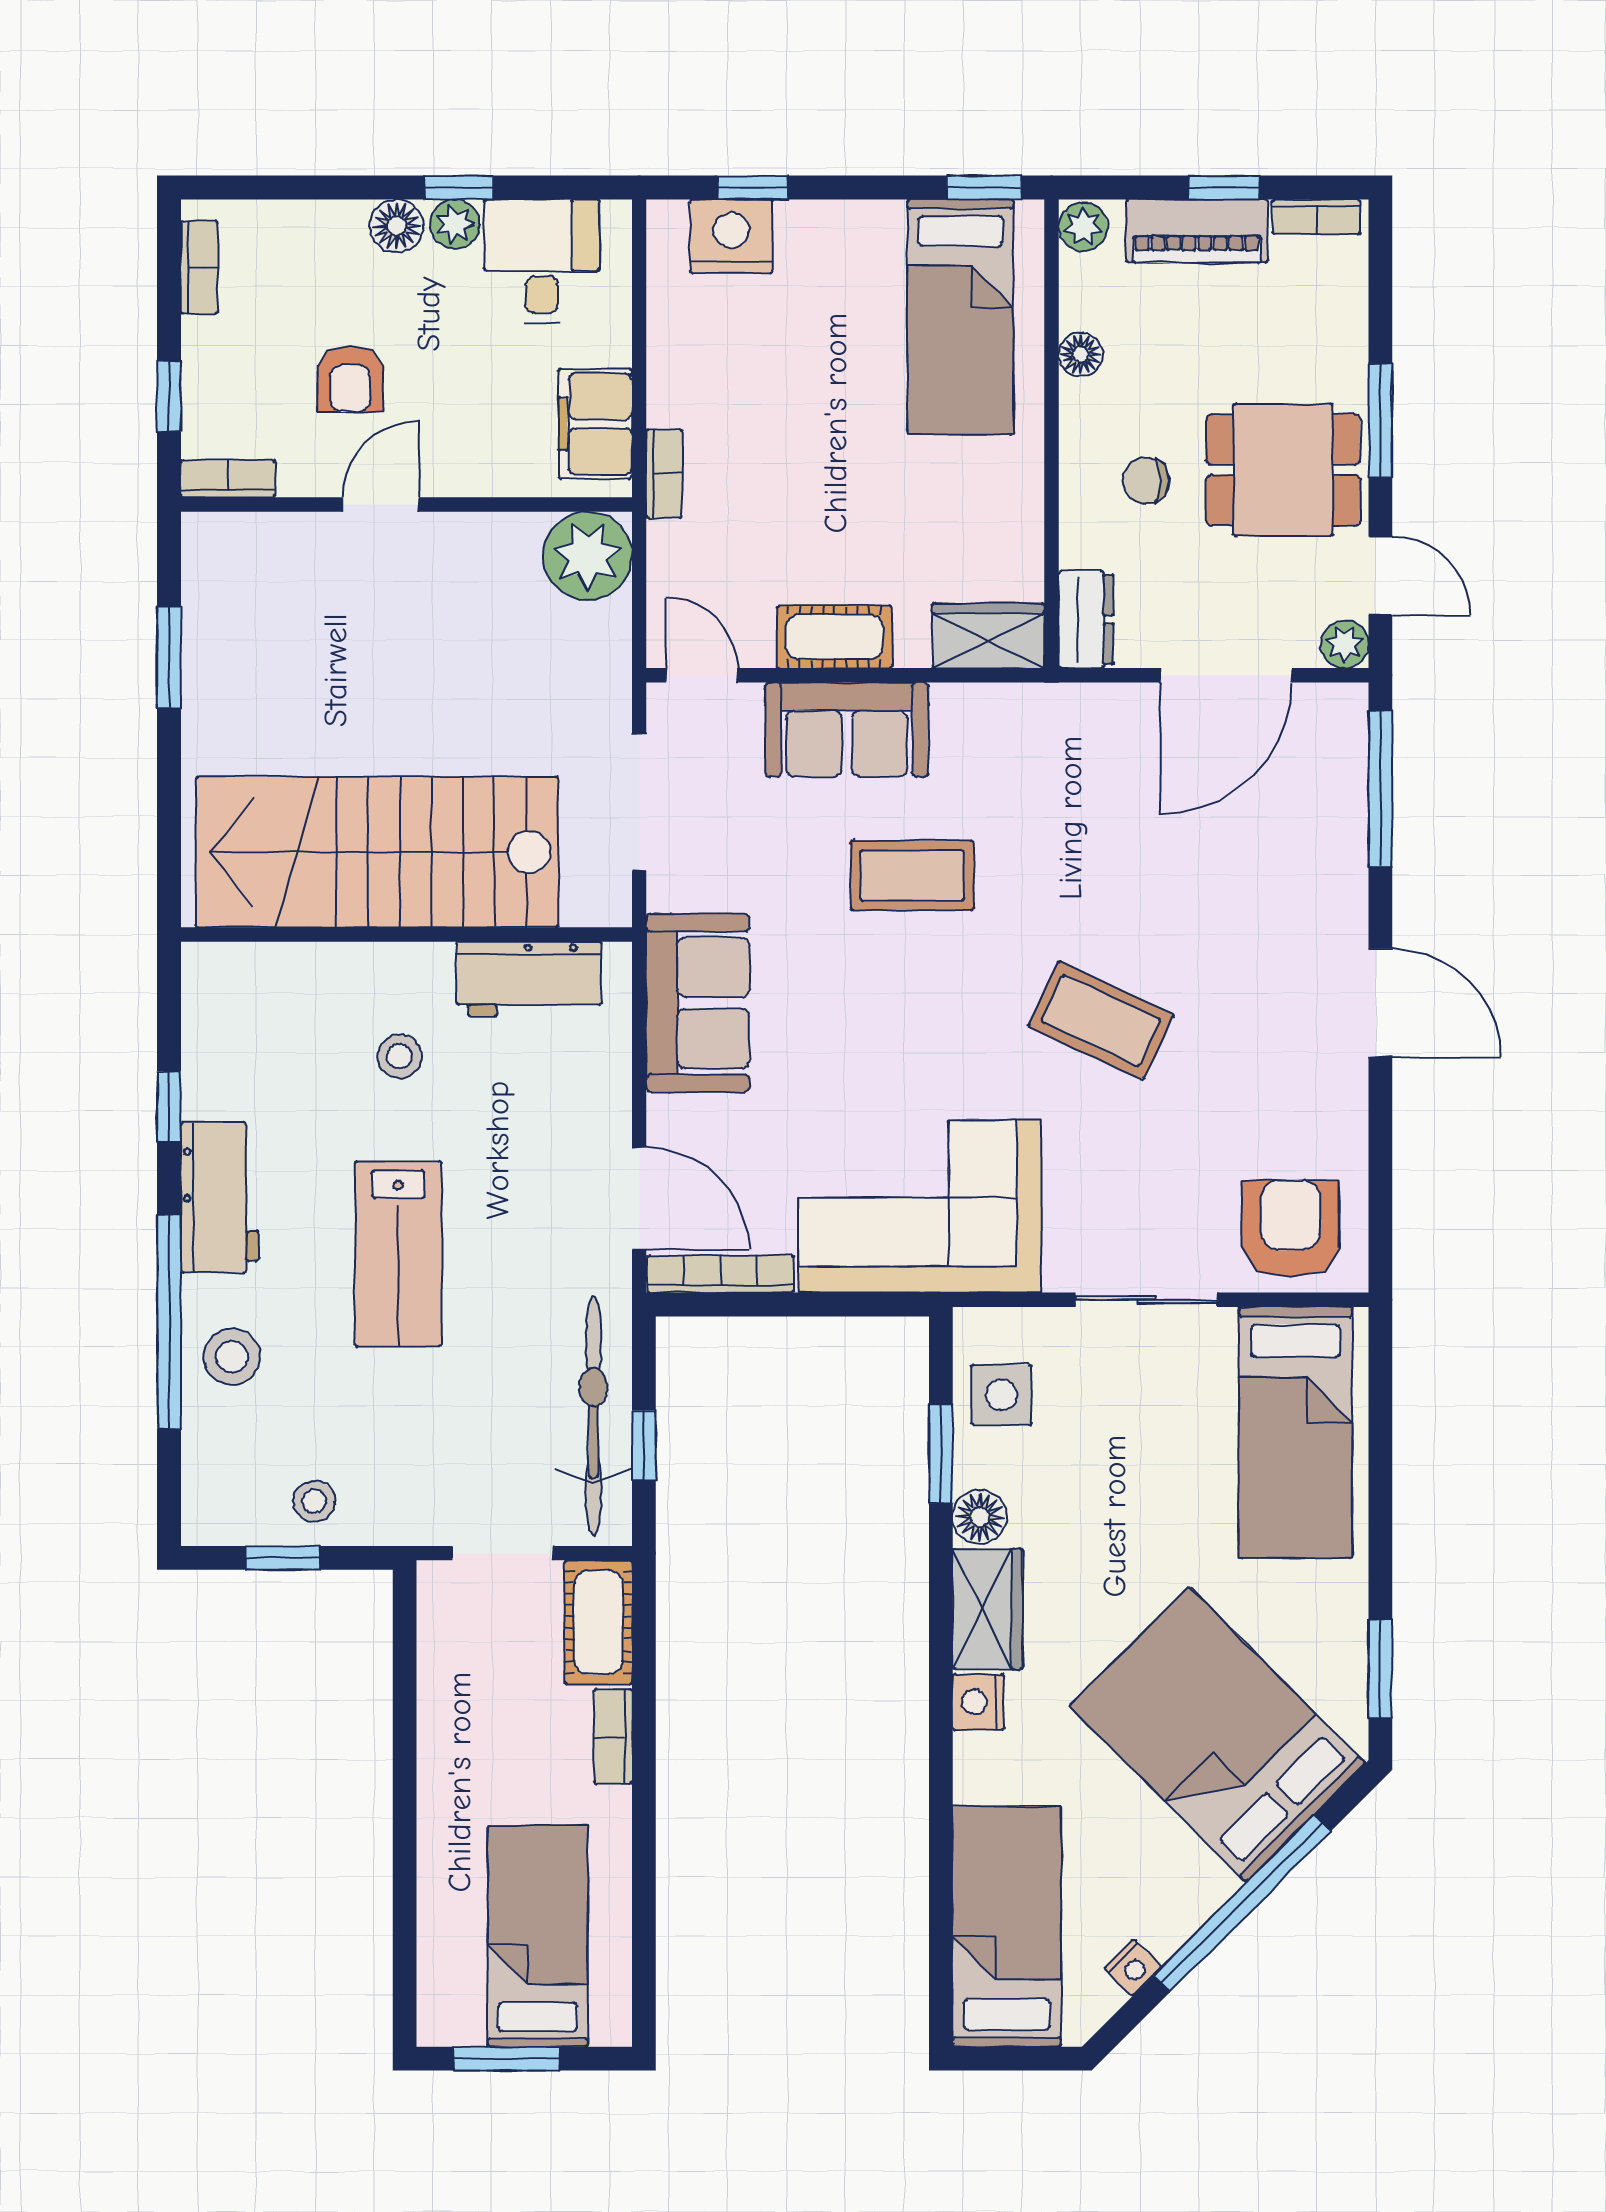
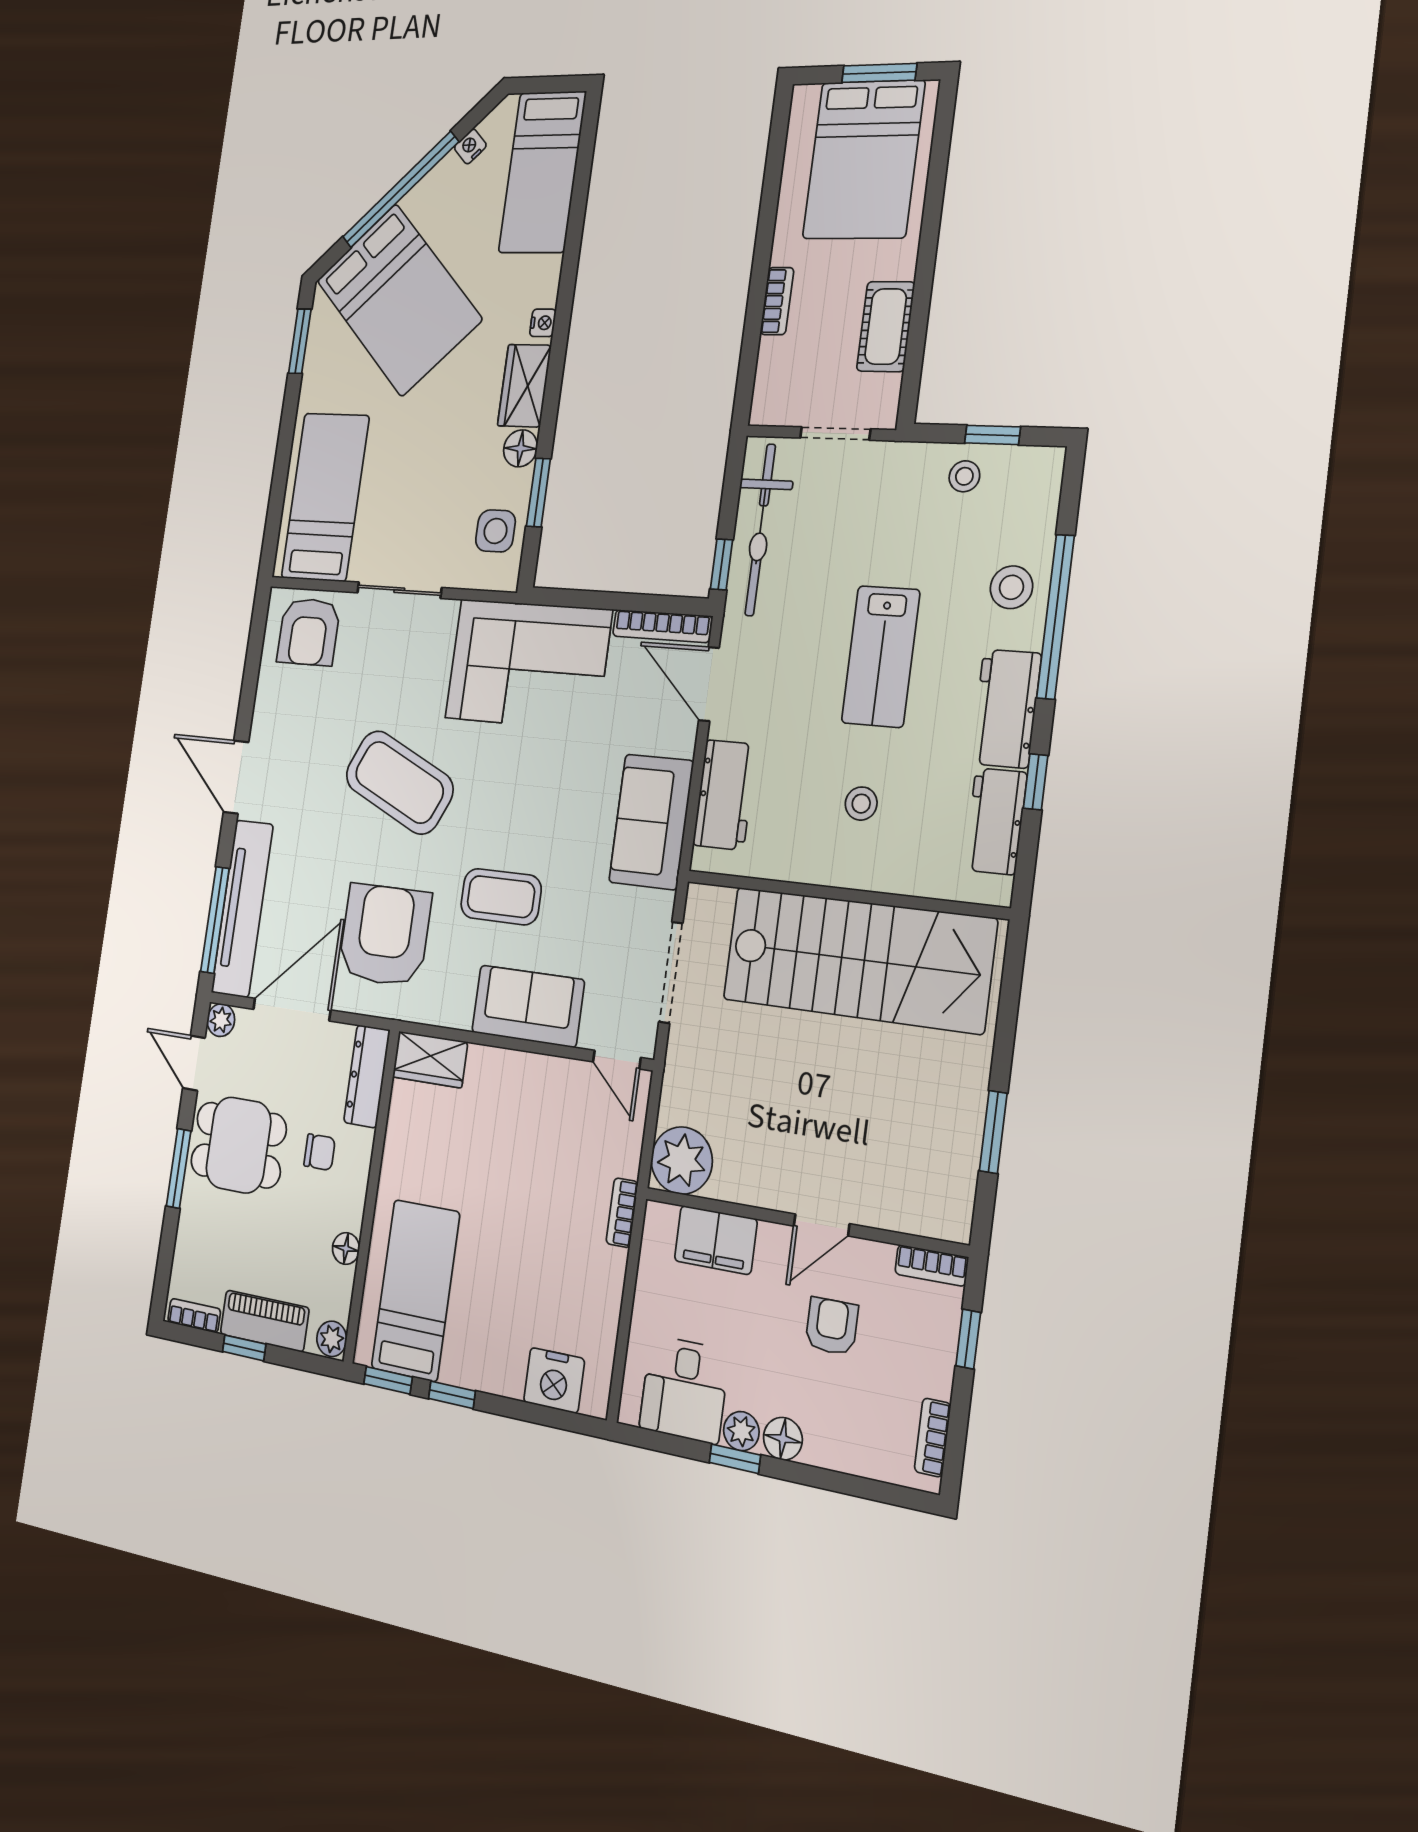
window: (753, 188) -> (452, 1395), moved
filing cabinet: (595, 424) -> (716, 1240), moved, turned 90
dresser: (1086, 619) -> (367, 1076), width x1.44
cot: (834, 637) -> (527, 1074), removed
armchair: (1090, 800) -> (385, 935), added
tv unit: (1336, 811) -> (242, 908), added
workbench: (529, 979) -> (725, 795), moved, turned 90
coffee table: (1101, 1021) -> (399, 782), width x1.36, depth x1.32
workbench: (215, 1051) -> (995, 821), added
lab bench: (398, 1254) -> (881, 656), turned 180
window: (644, 1445) -> (722, 564), moved
cot: (598, 1622) -> (886, 327), moved
nightstand: (978, 1702) -> (543, 323), width x0.72, depth x0.74
bed: (538, 1936) -> (864, 160), width x1.50

